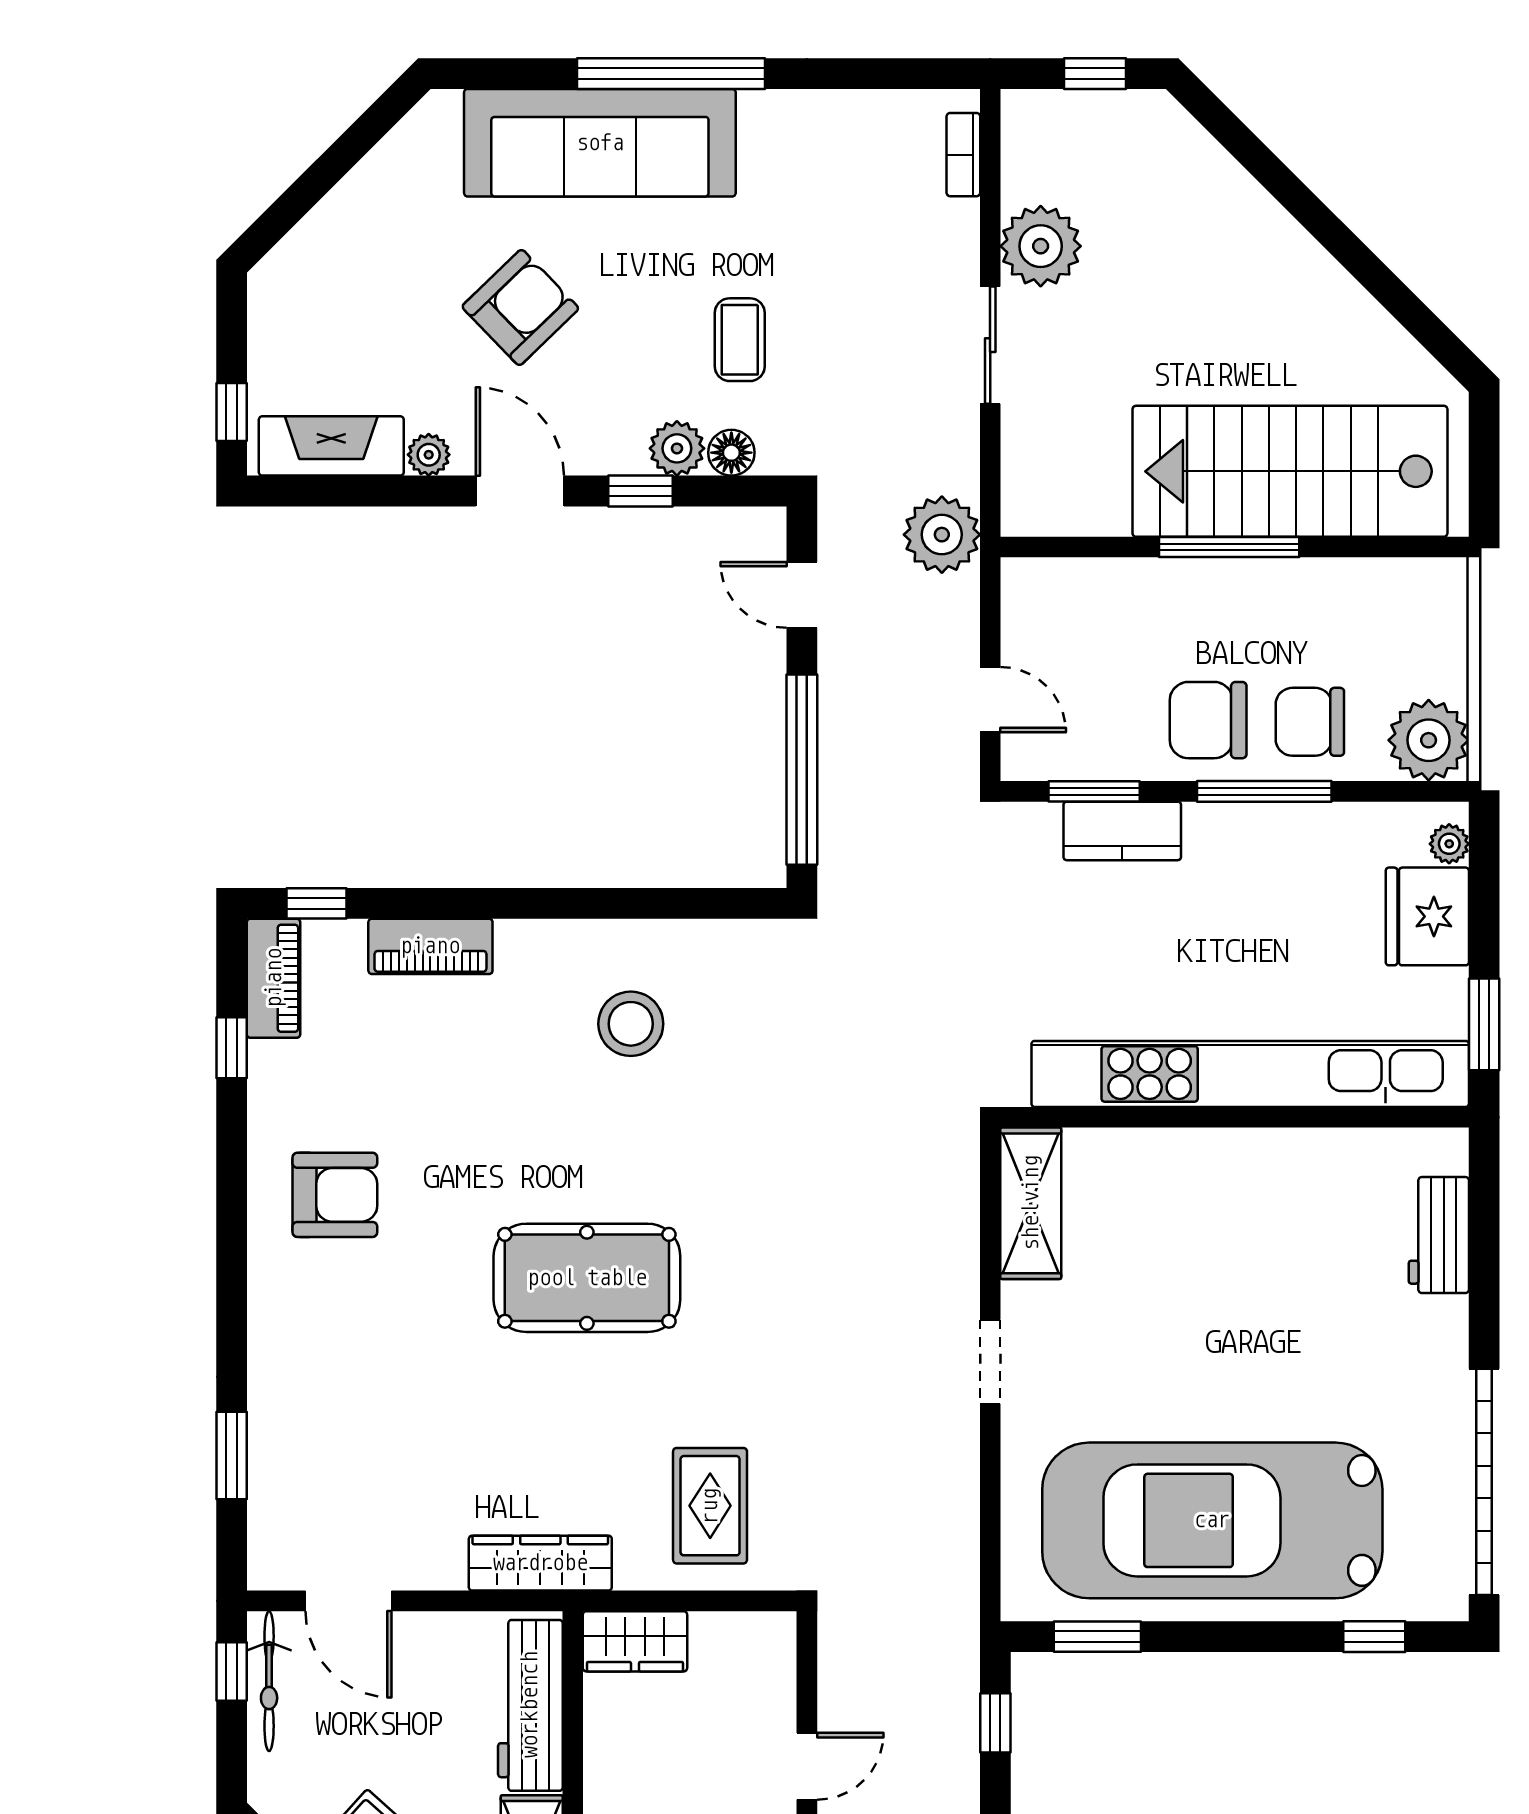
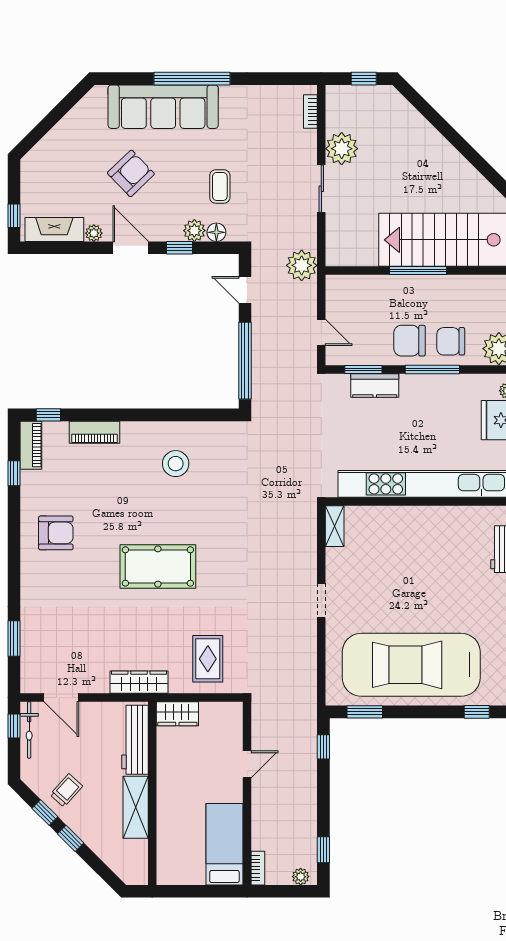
shelving: (1031, 1203) -> (335, 526), width x0.67, depth x0.75

